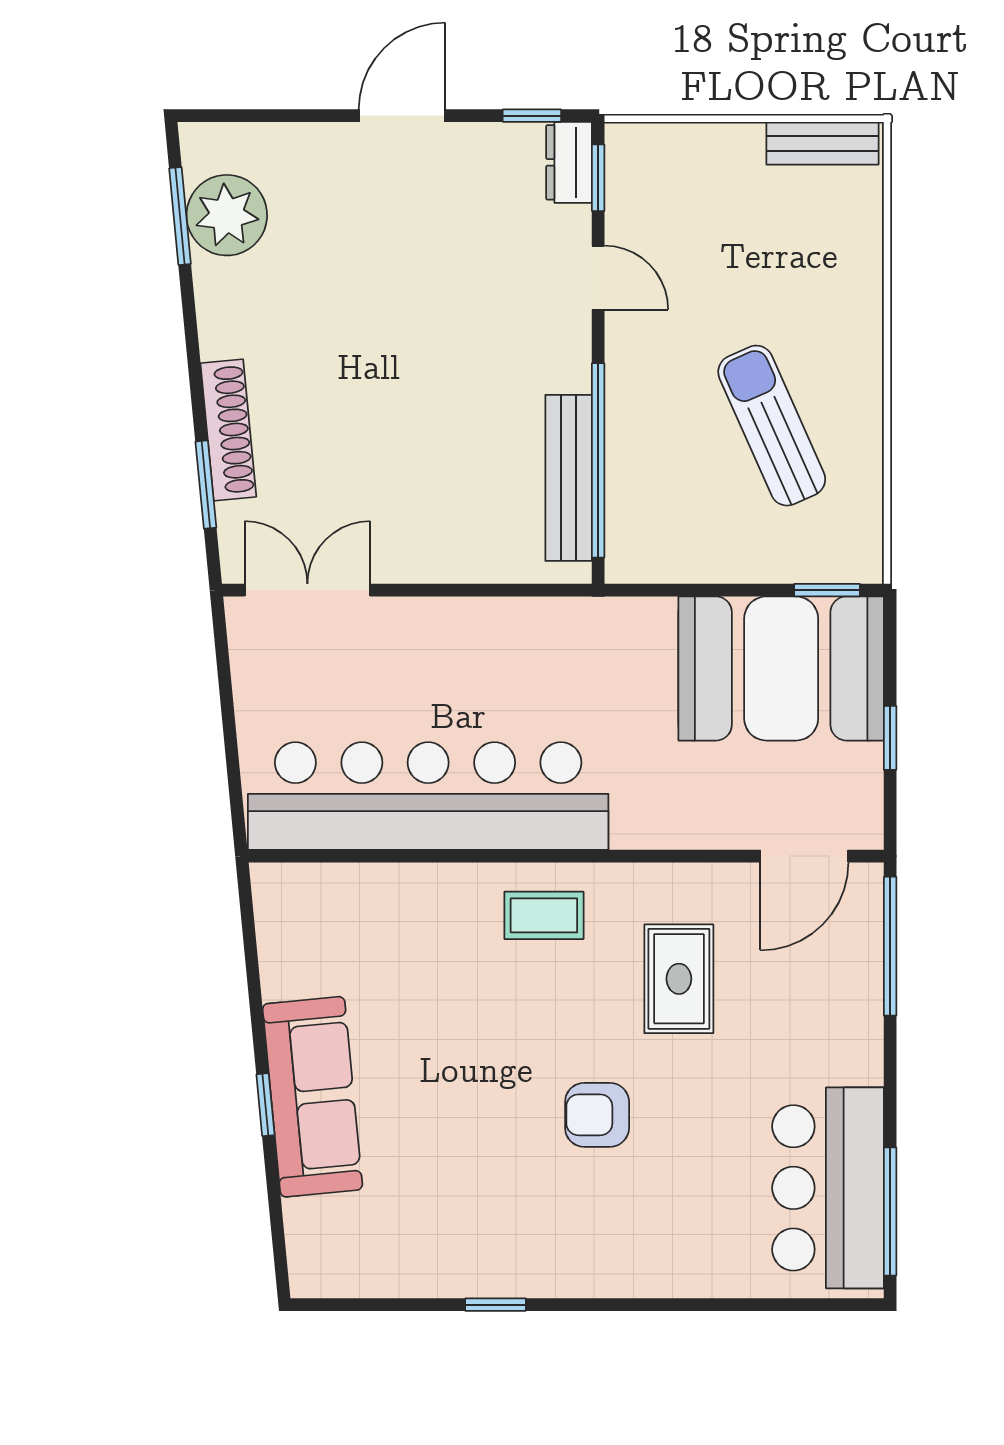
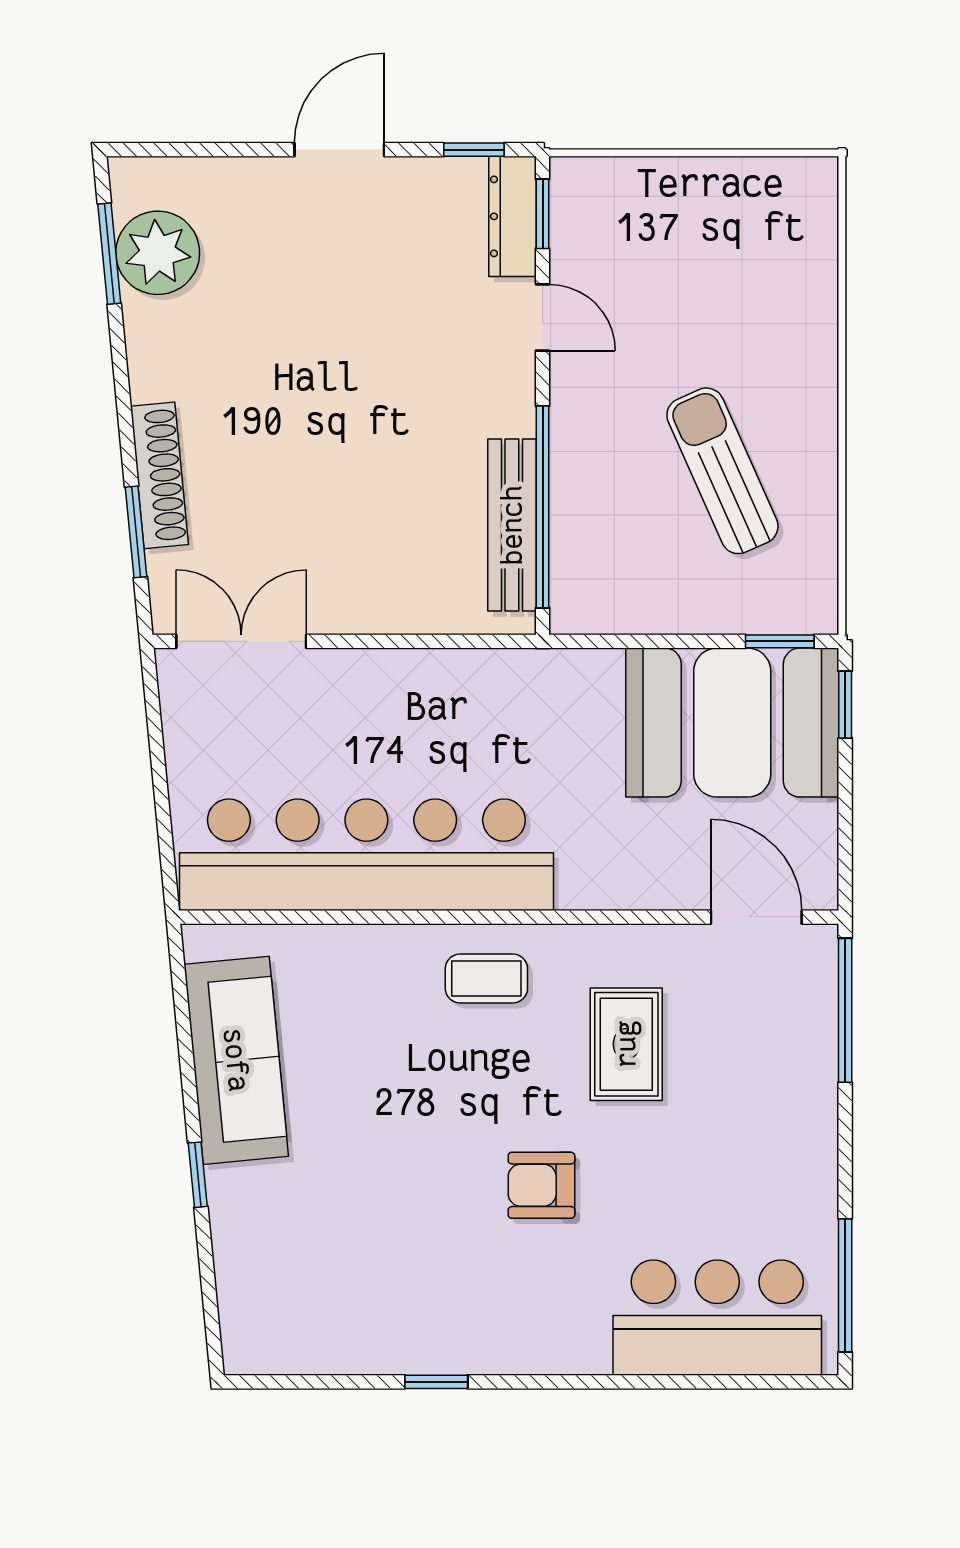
bench: (823, 143) -> (775, 178), removed
dresser: (569, 162) -> (512, 216), width x1.44
window: (890, 738) -> (845, 705), moved
door: (804, 856) -> (756, 917), swing flipped
sofa: (312, 1097) -> (236, 1060), moved
bar counter: (828, 1188) -> (717, 1318), moved, turned 90

